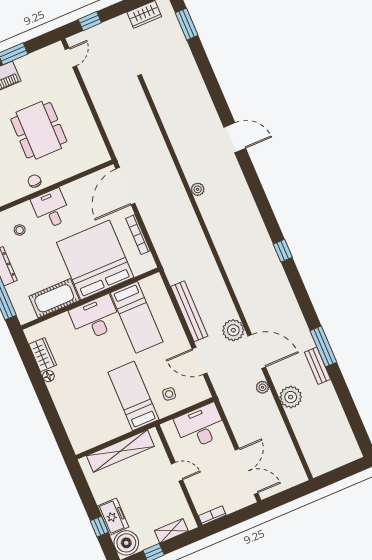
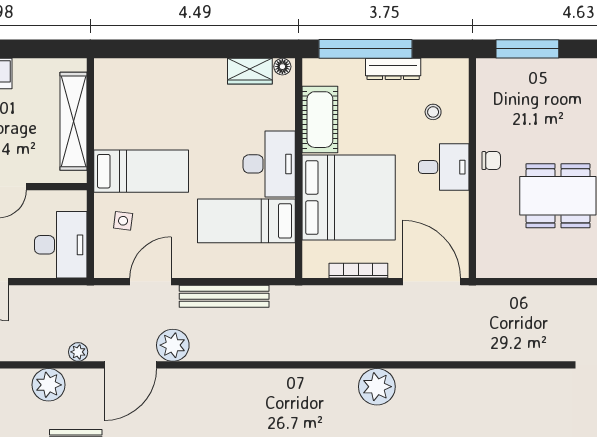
plant: (198, 189) -> (377, 387), width x1.87, depth x1.87
floor lamp: (48, 376) -> (282, 67), moved

